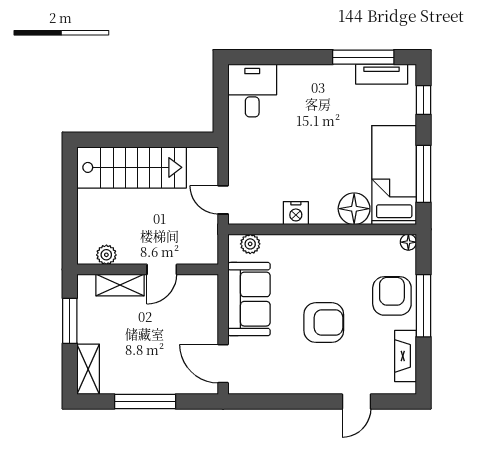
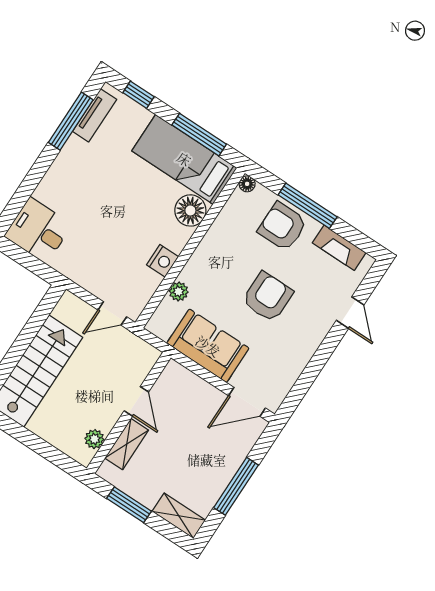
plant: (250, 244) -> (179, 291), moved

